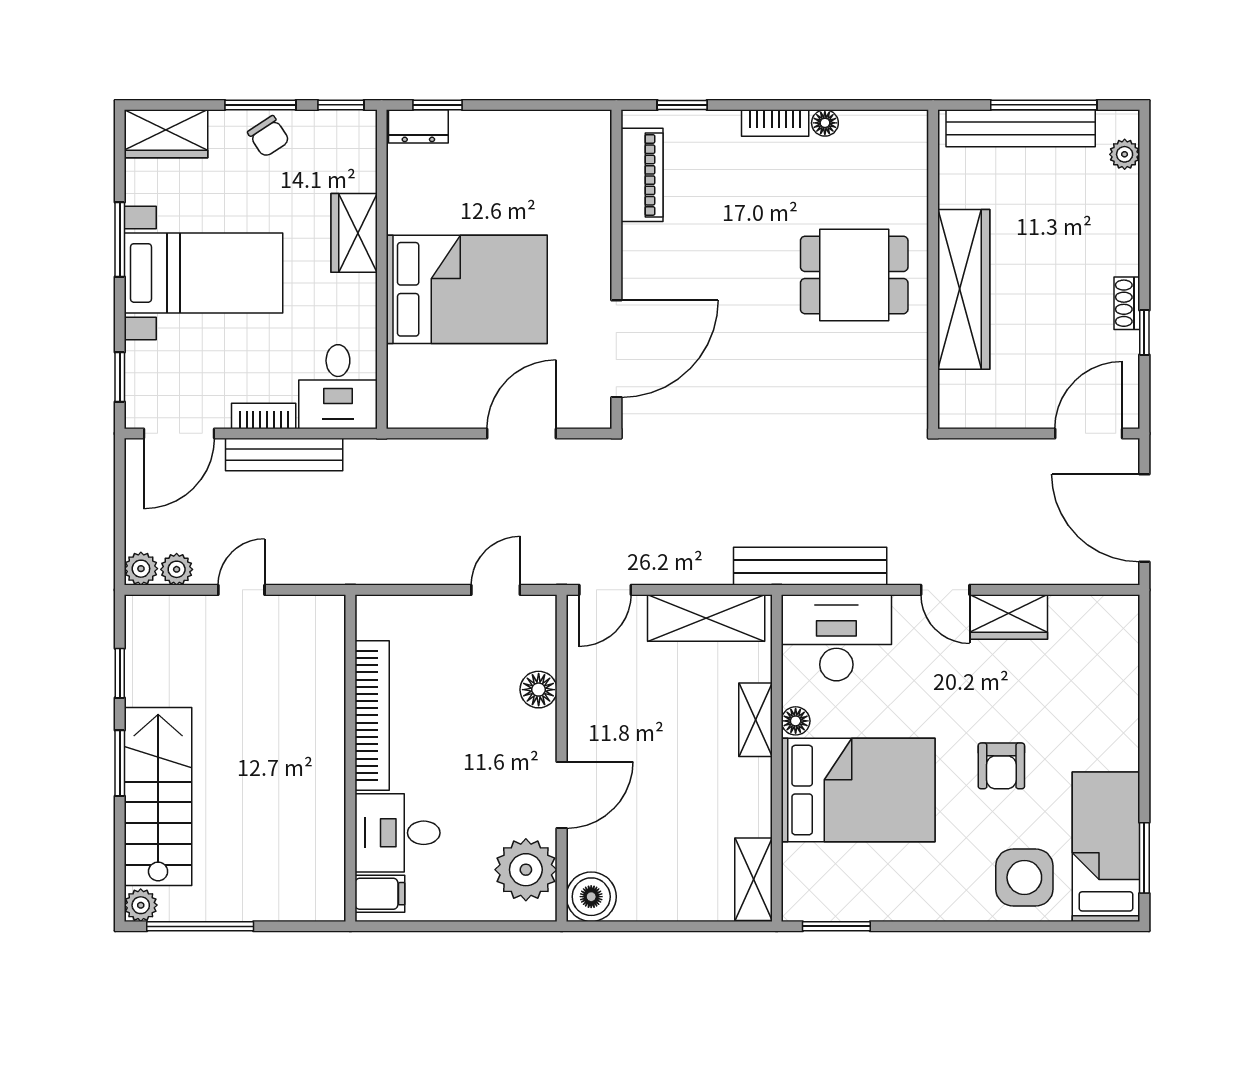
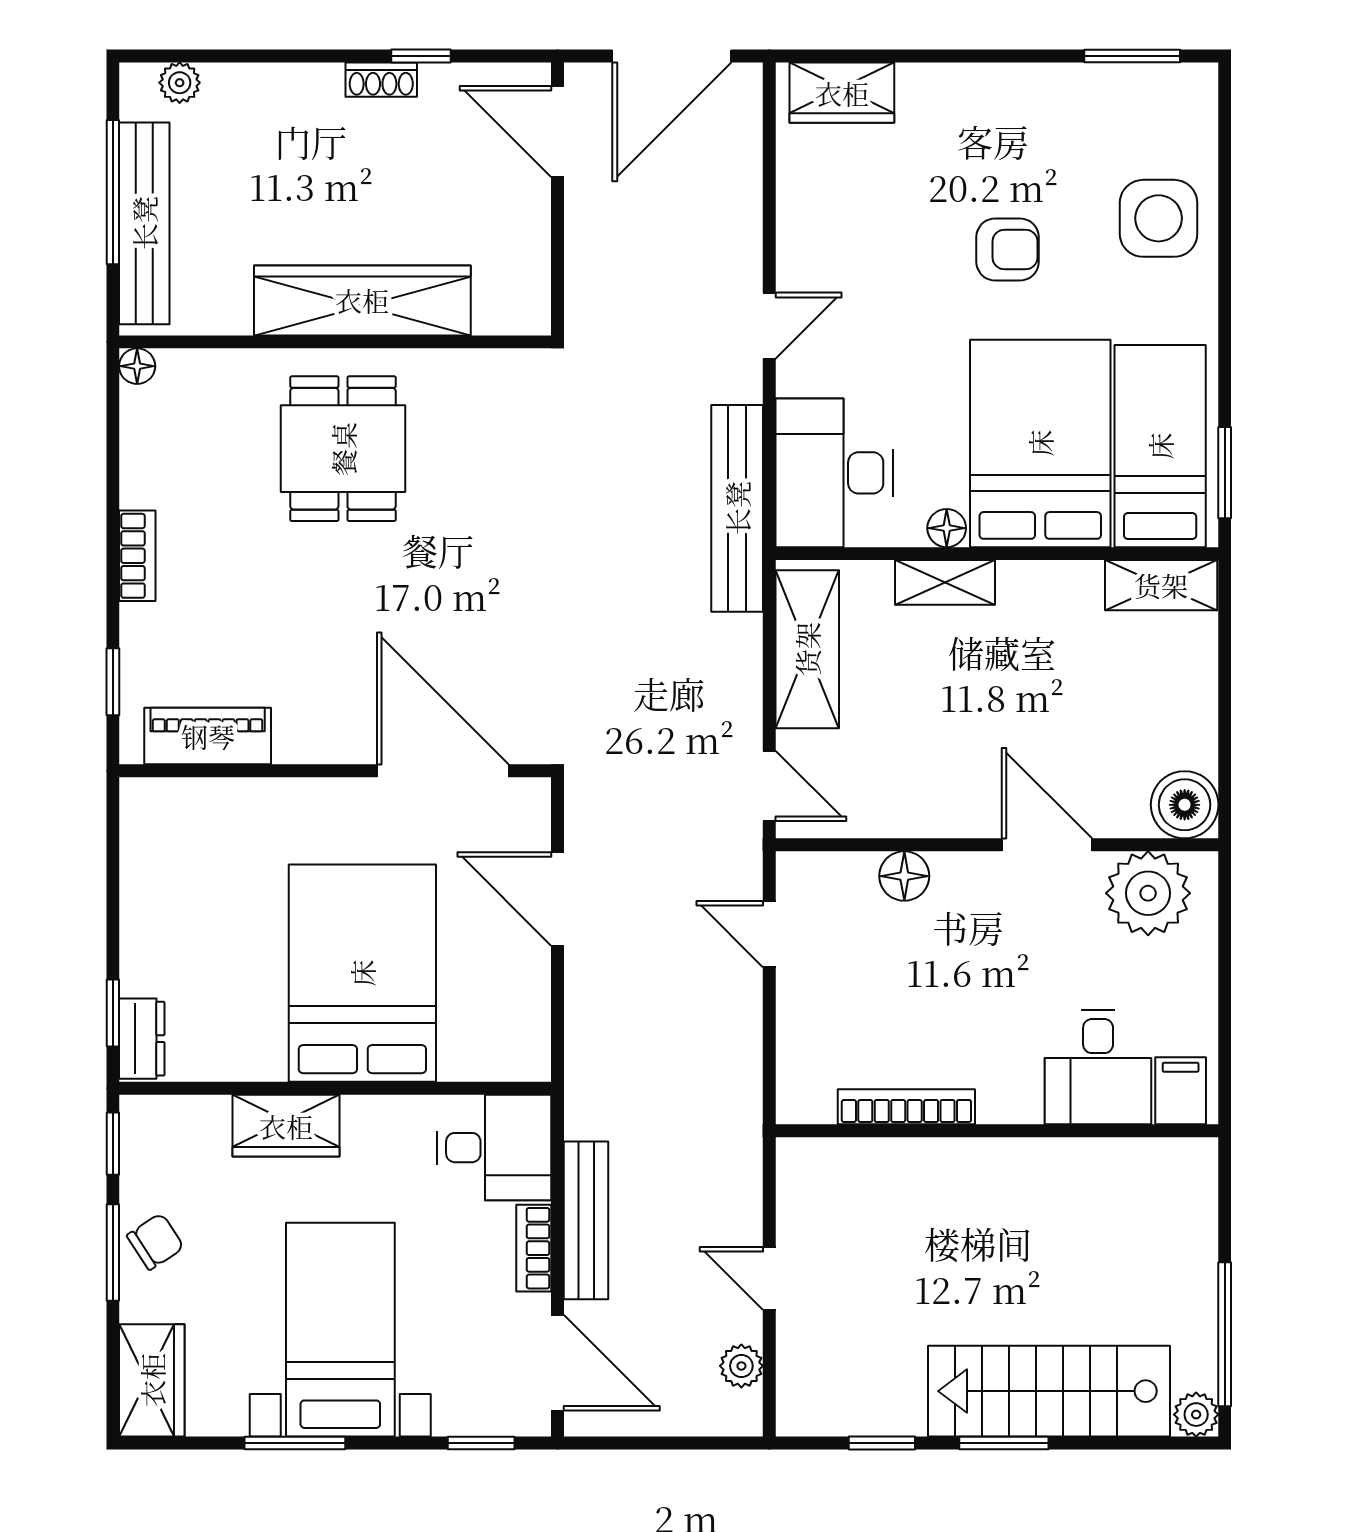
floor lamp: (825, 123) -> (137, 366), moved
plant: (141, 569) -> (741, 1414), removed
wardrobe: (1009, 617) -> (842, 93), moved, turned 90
bookcase: (372, 715) -> (906, 1107), width x0.68, depth x0.76
bed: (1106, 847) -> (1160, 446), moved, turned 90

